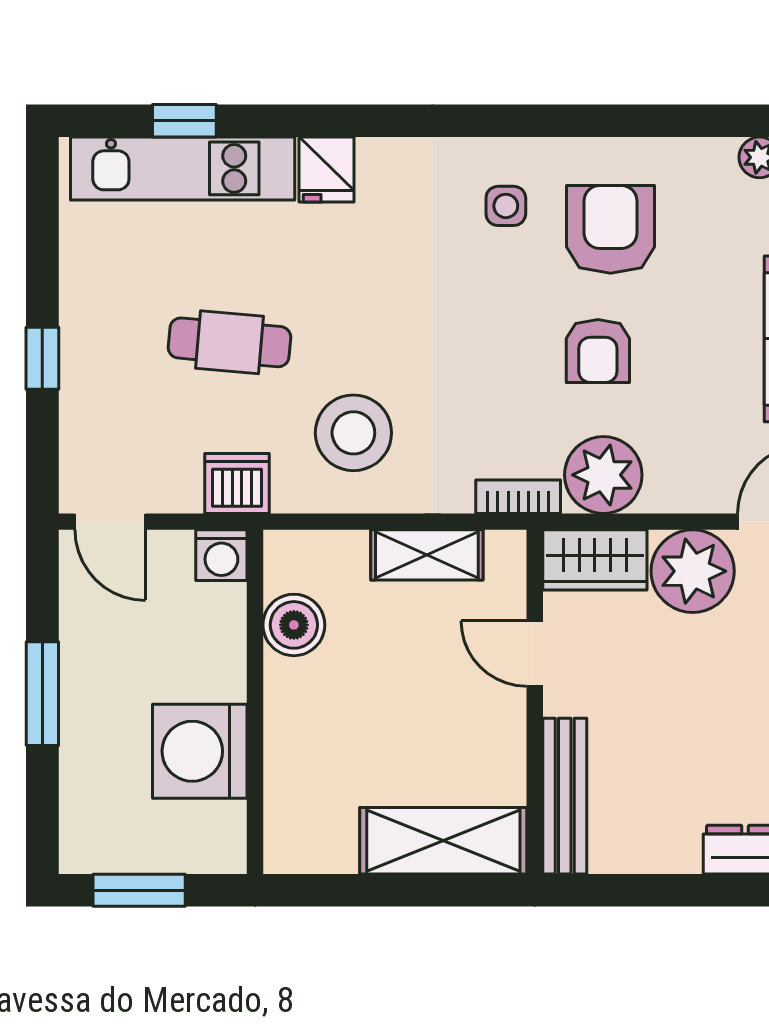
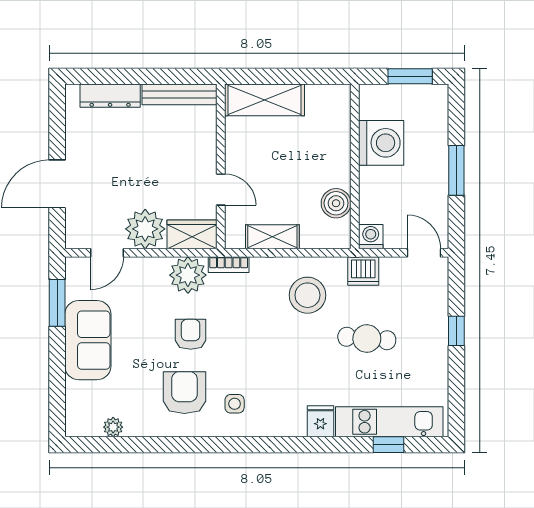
armchair: (611, 229) -> (184, 393), turned 180
bench: (565, 796) -> (179, 94), moved, turned 90

